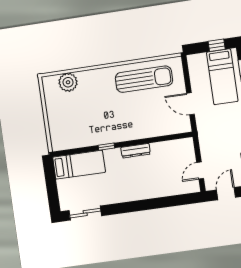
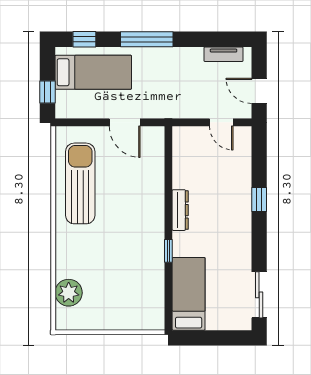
window: (217, 45) -> (47, 92), moved
door: (190, 104) -> (125, 122), hinge flipped
window: (151, 204) -> (259, 199), added

